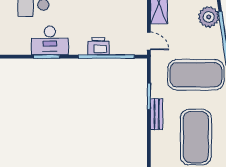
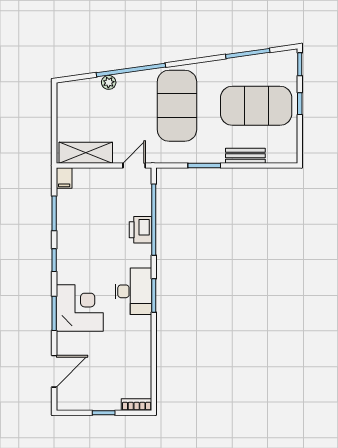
plant: (209, 17) -> (109, 82), width x0.53, depth x0.53
bench: (157, 114) -> (245, 156), moved

